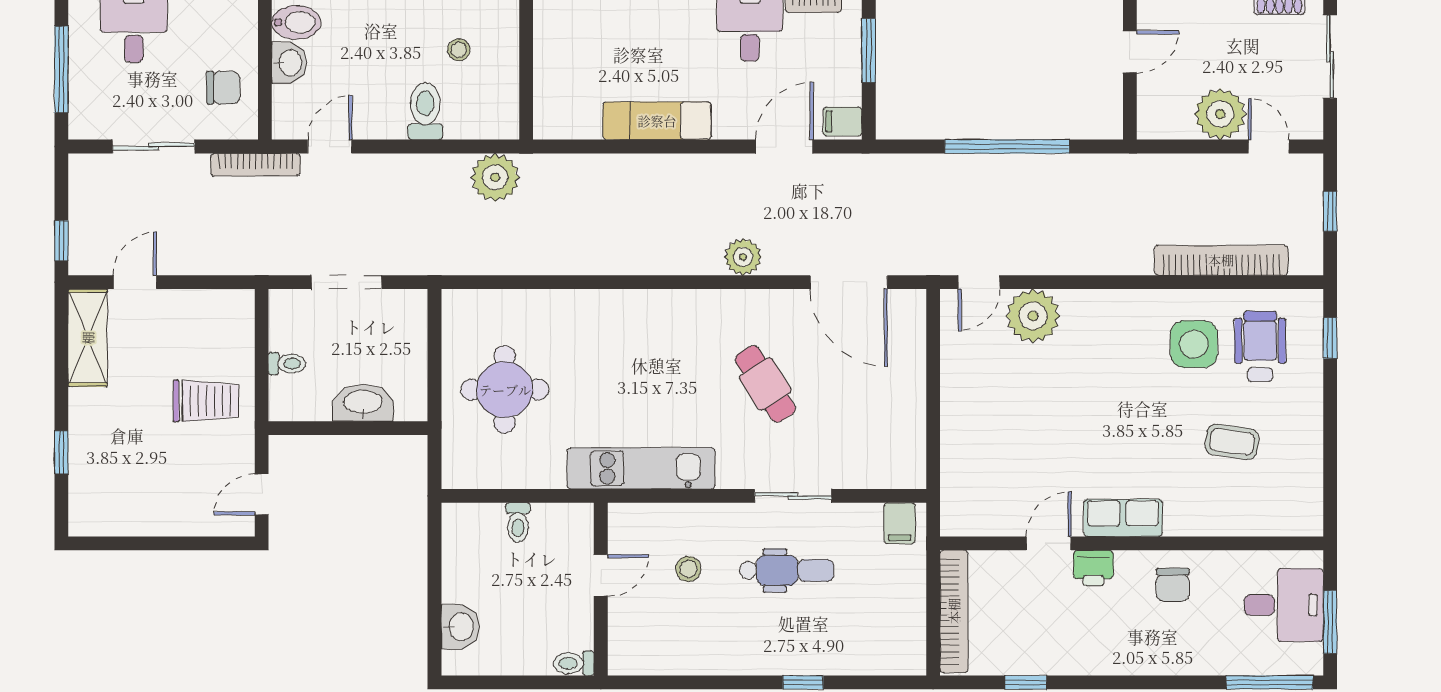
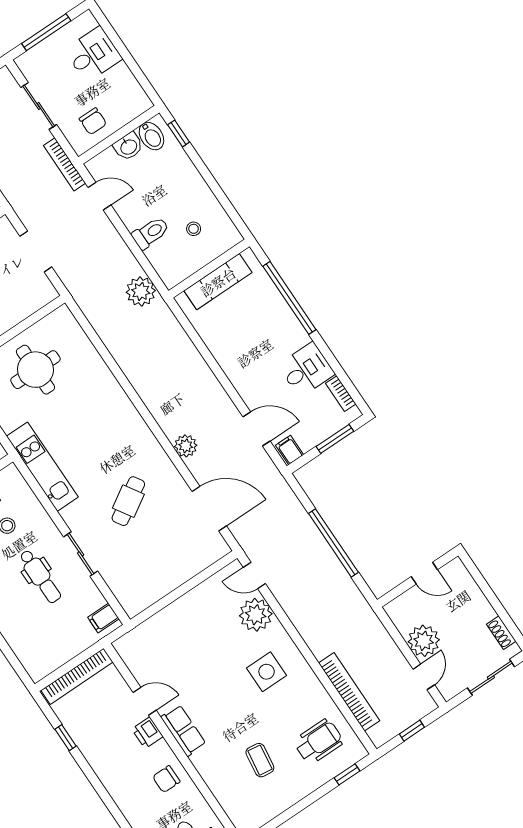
exam couch: (657, 121) -> (218, 282), moved, turned 90
door: (849, 282) -> (209, 509), swing flipped
side table: (1194, 344) -> (267, 672), moved

